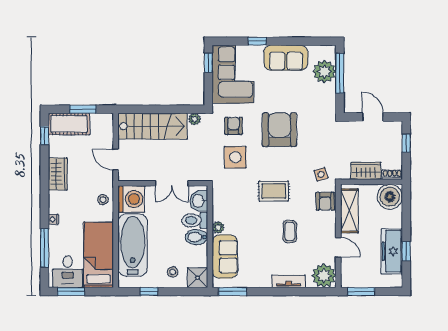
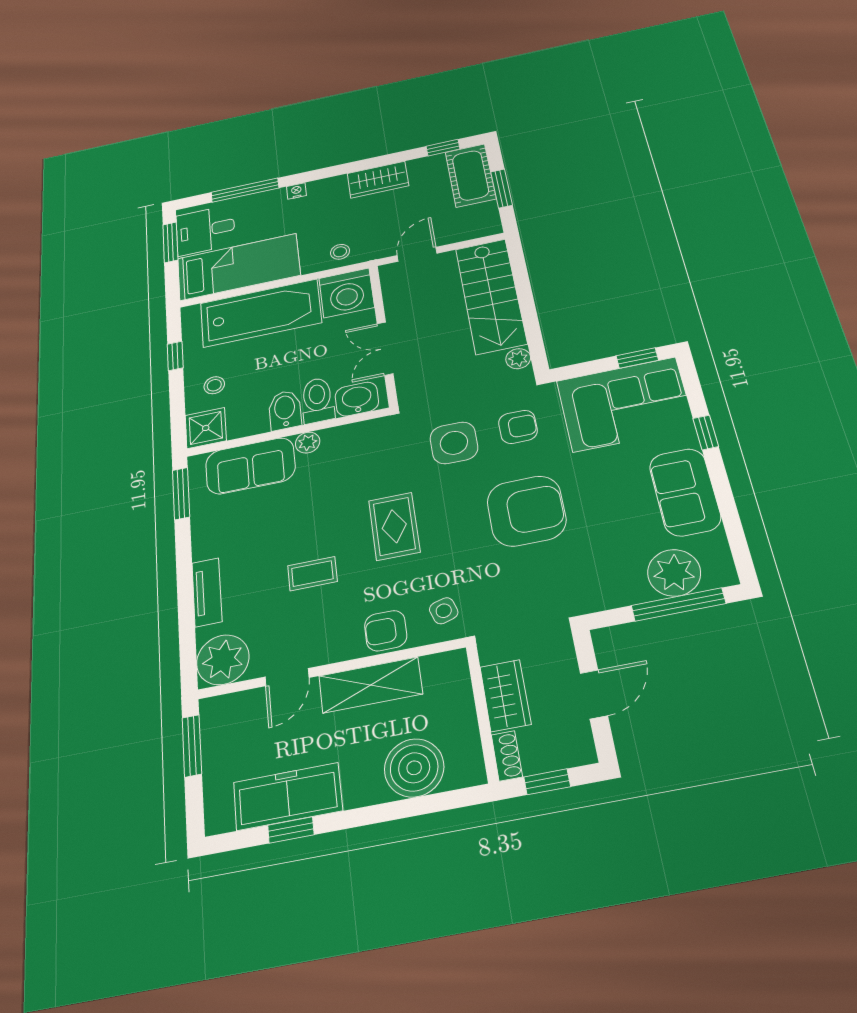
wardrobe: (366, 171) -> (505, 695), moved
shoe rack: (392, 175) -> (507, 756), moved
wall: (371, 182) -> (482, 713), moved

